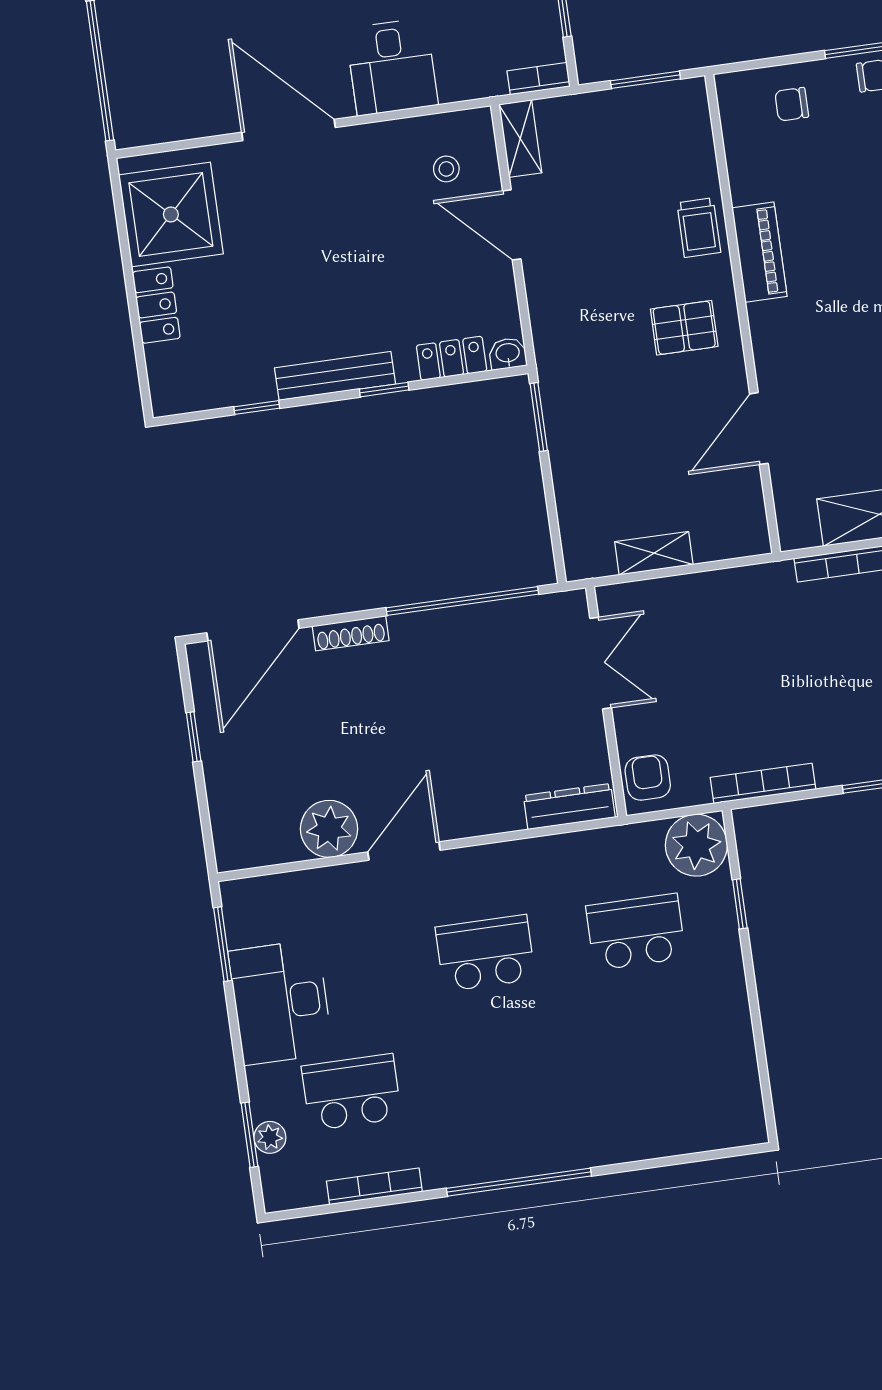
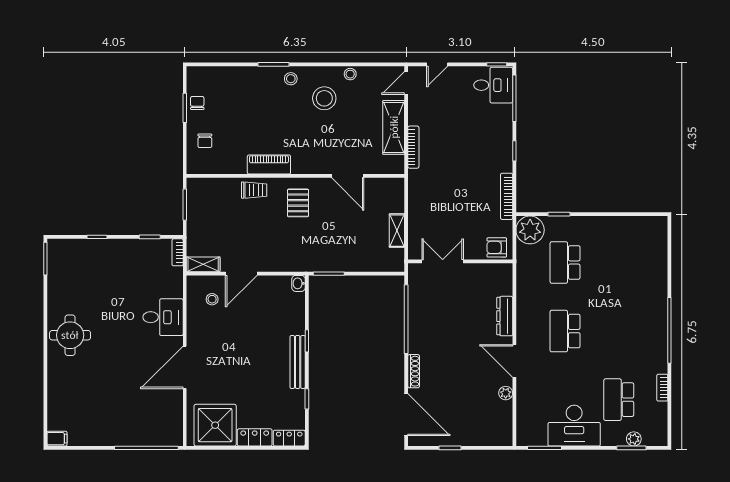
locker: (452, 358) -> (289, 438), moved, turned 90
dresser: (569, 807) -> (505, 316), moved
plant: (329, 829) -> (506, 393), width x0.53, depth x0.53
bookcase: (374, 1186) -> (662, 388), width x0.64

